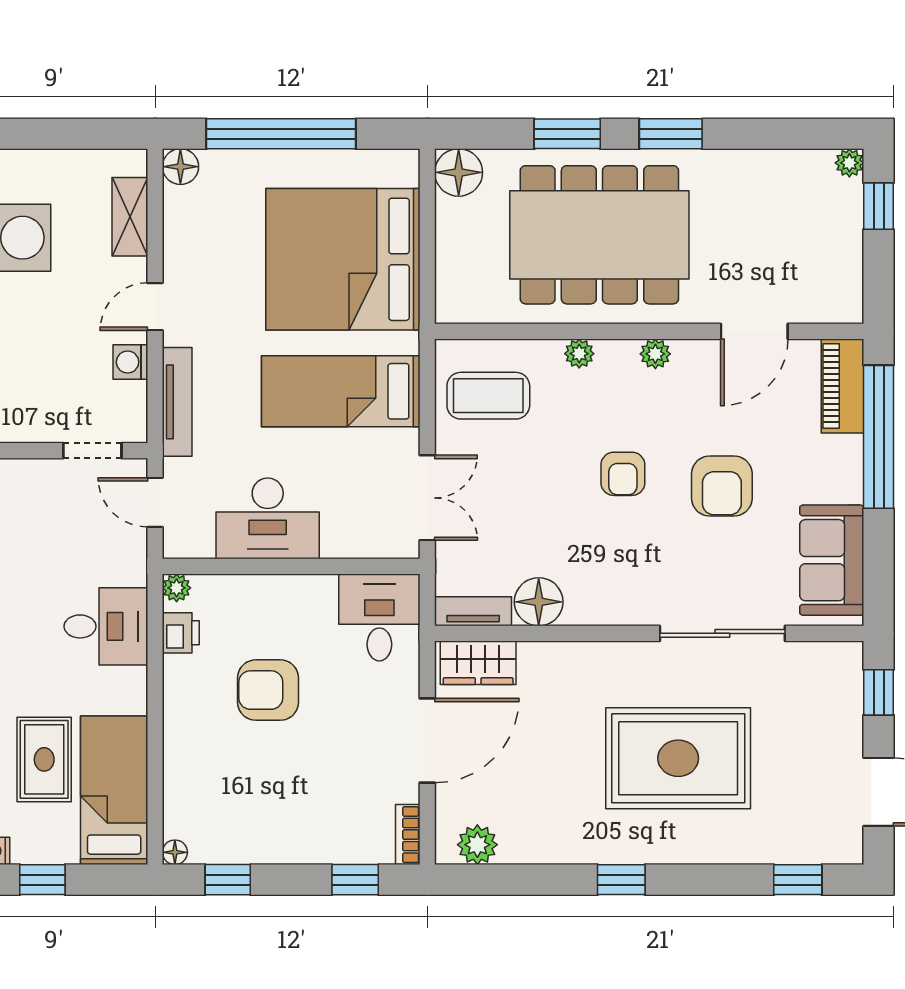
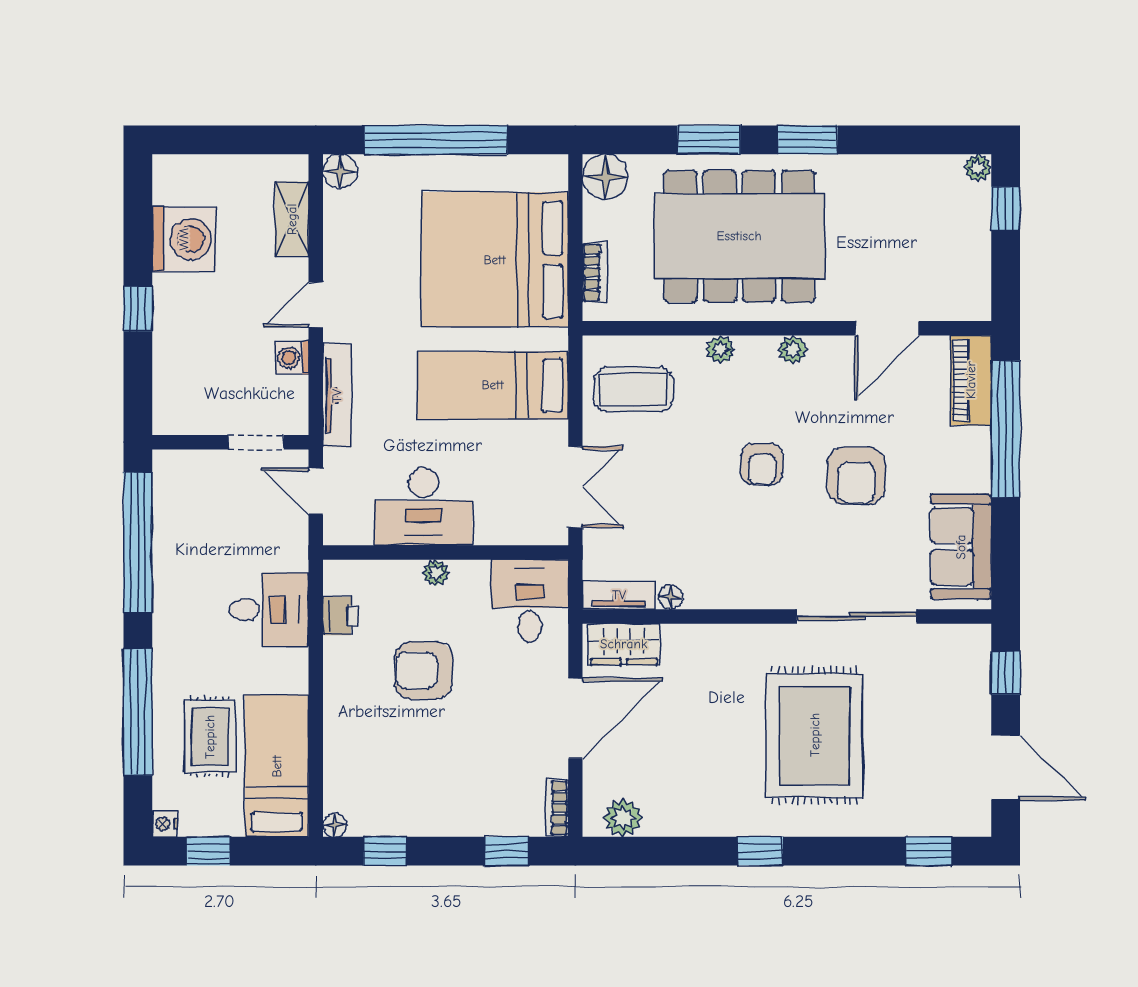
bookcase: (447, 273) -> (594, 272), added
plant: (177, 588) -> (436, 573), moved
floor lamp: (539, 602) -> (671, 597), width x0.53, depth x0.53
rug: (678, 758) -> (815, 735), turned 90

